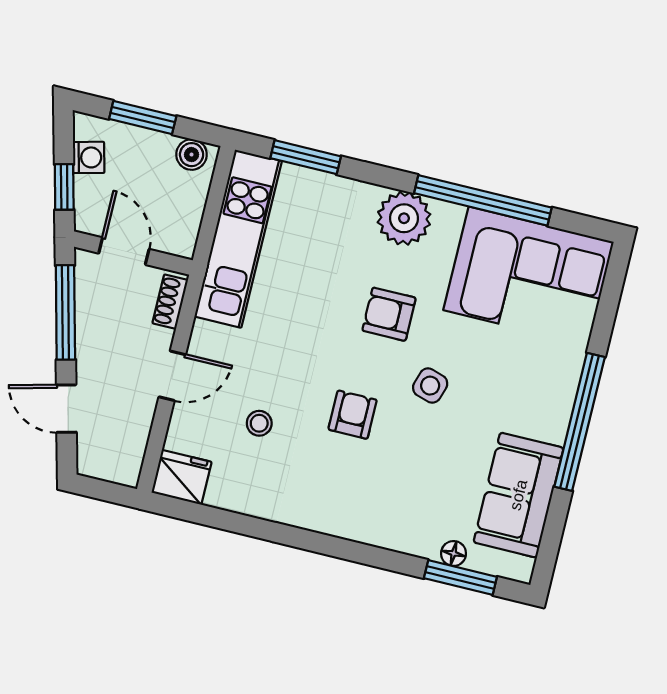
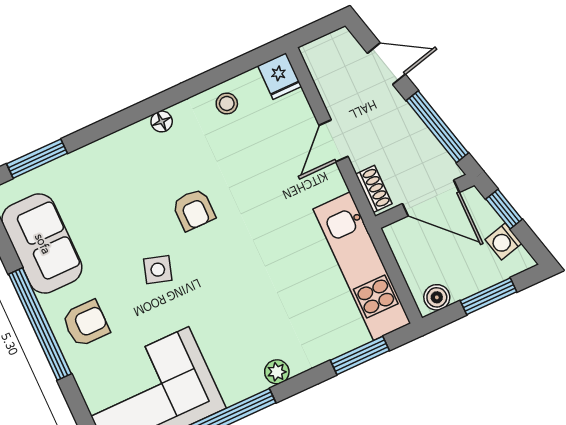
plant: (404, 218) -> (277, 372), width x0.53, depth x0.53
door: (124, 251) -> (431, 198), width x1.38
armchair: (389, 314) -> (86, 323), moved
stool: (259, 423) -> (227, 103), moved
fridge: (182, 477) -> (280, 76), width x0.72
floor lamp: (454, 553) -> (162, 121), moved

